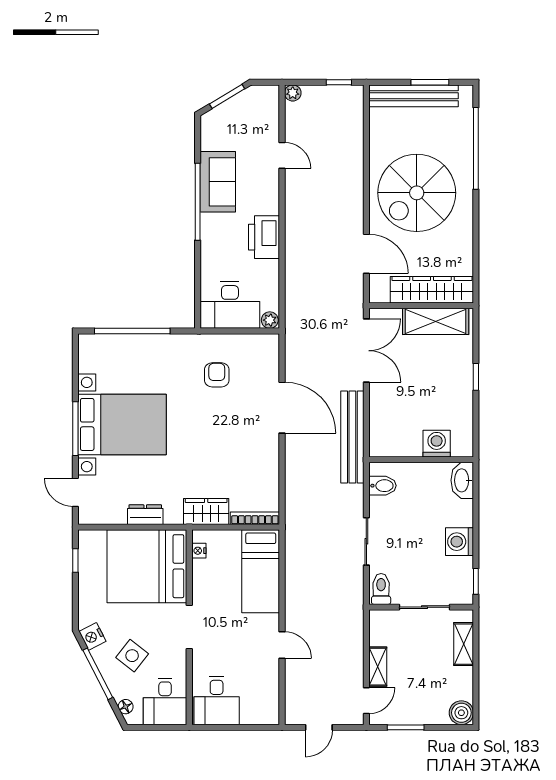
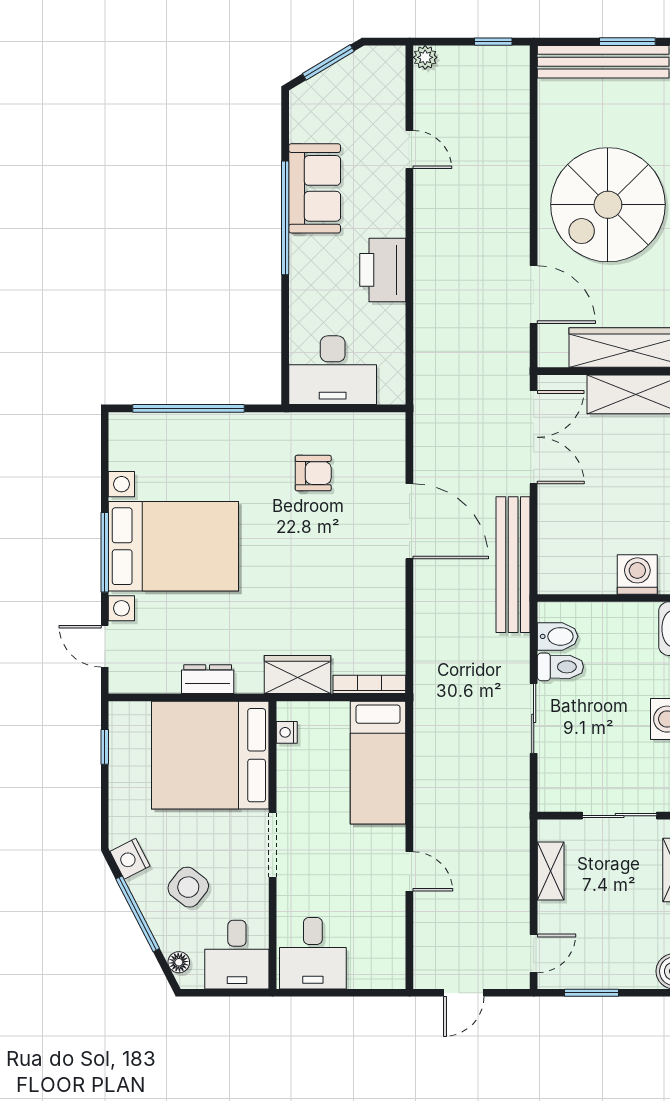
plant: (270, 320) -> (391, 392), removed
armchair: (217, 375) -> (313, 473), turned 90
toilet: (381, 589) -> (560, 667), moved, turned 90
shelving: (378, 667) -> (551, 871), moved

